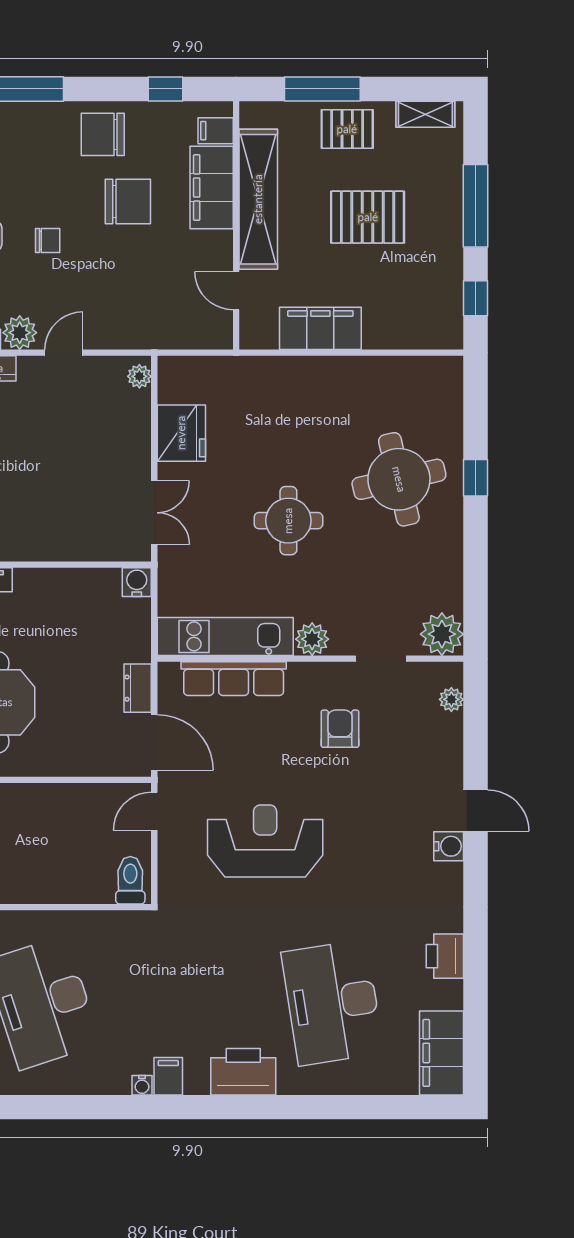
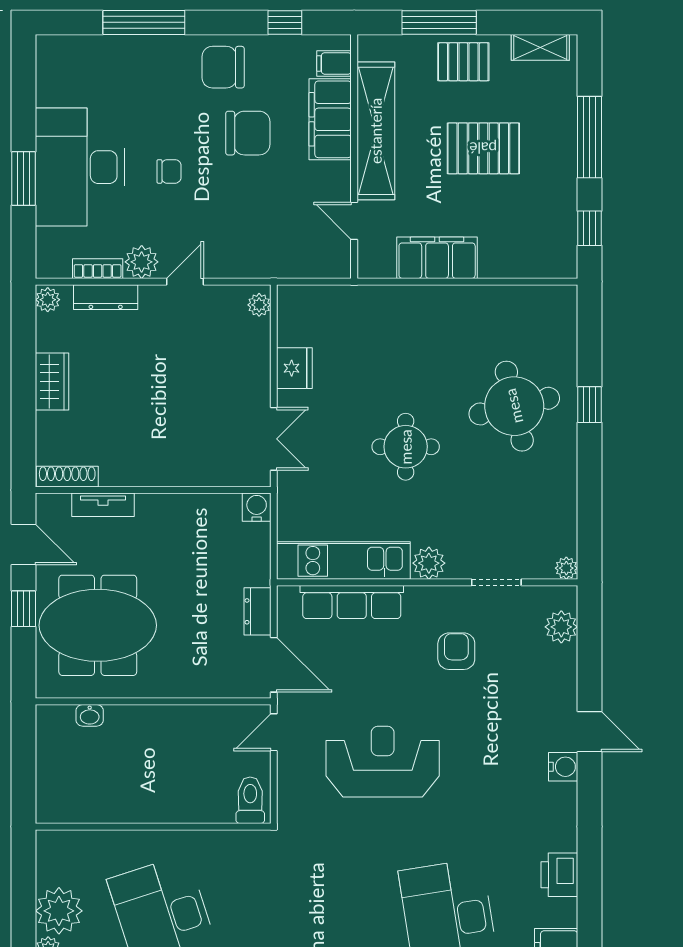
fridge: (181, 433) -> (294, 368), width x0.73, depth x0.75
plant: (442, 634) -> (566, 568), width x0.53, depth x0.53
plant: (451, 699) -> (561, 627), width x1.38, depth x1.38

